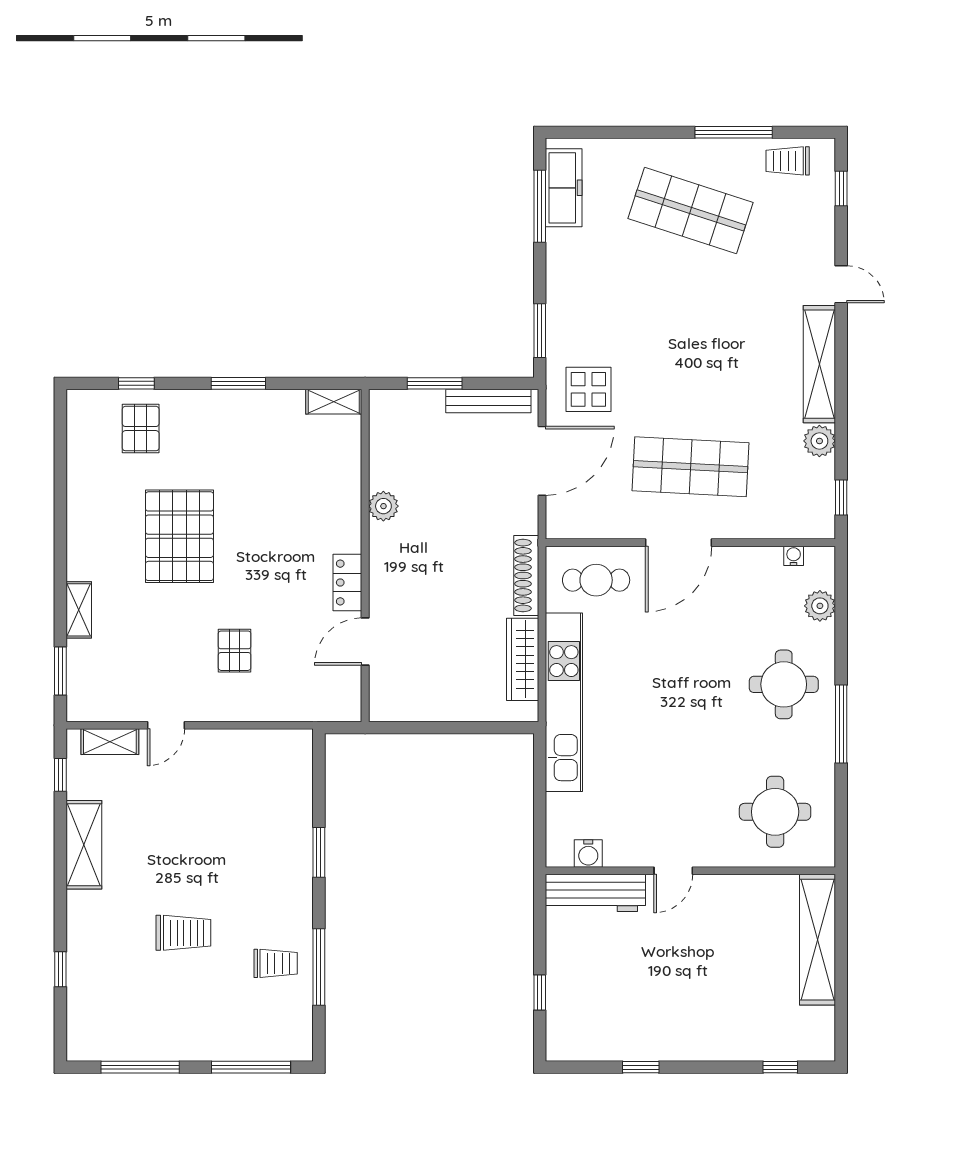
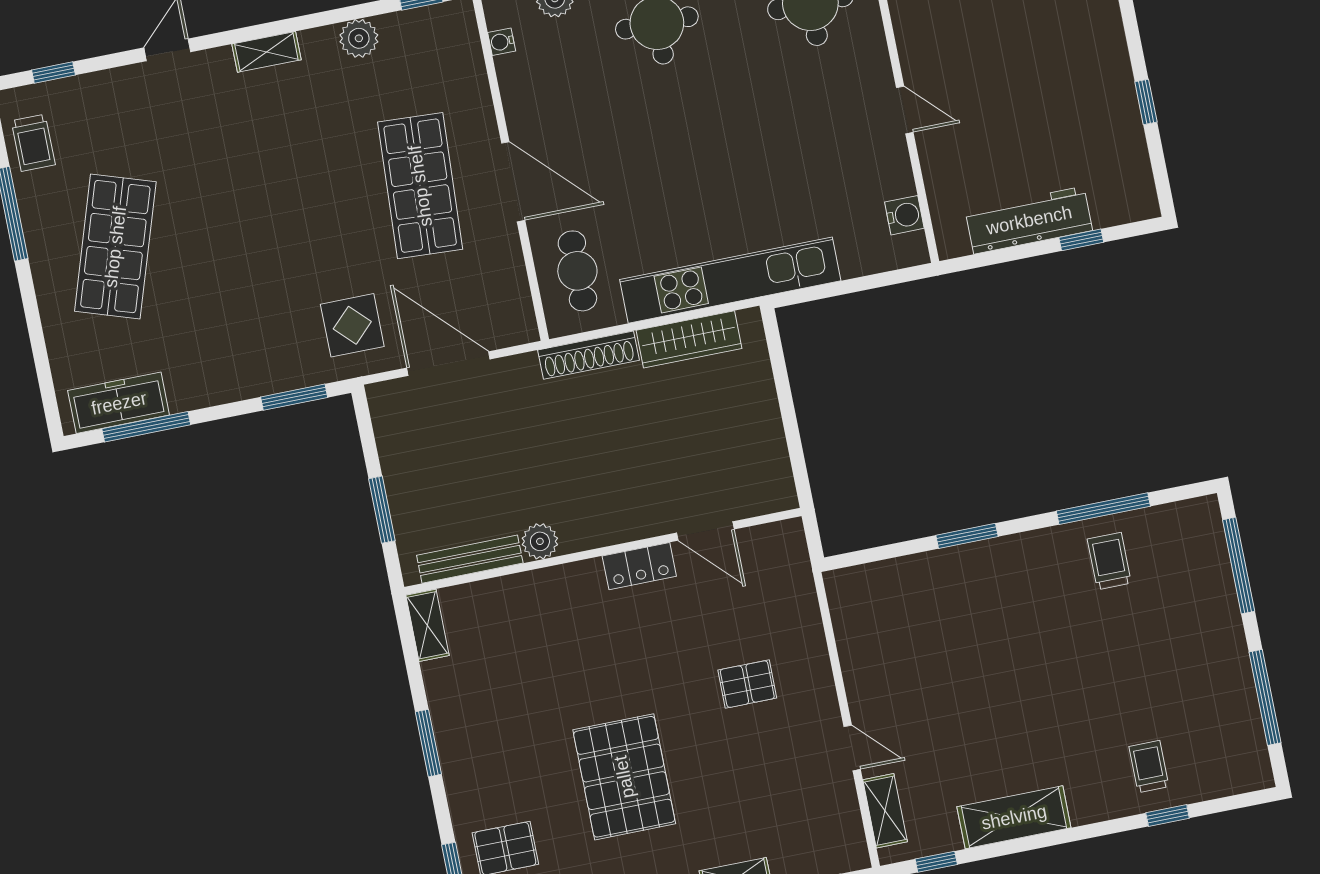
shelving: (819, 364) -> (266, 52), width x0.45, depth x0.75
bench: (488, 401) -> (470, 559), moved, turned 90
pallet: (179, 536) -> (624, 777), turned 90
workbench: (595, 893) -> (1029, 220), moved, turned -90
trolley: (183, 933) -> (1149, 767), moved, width x0.73, depth x0.72

